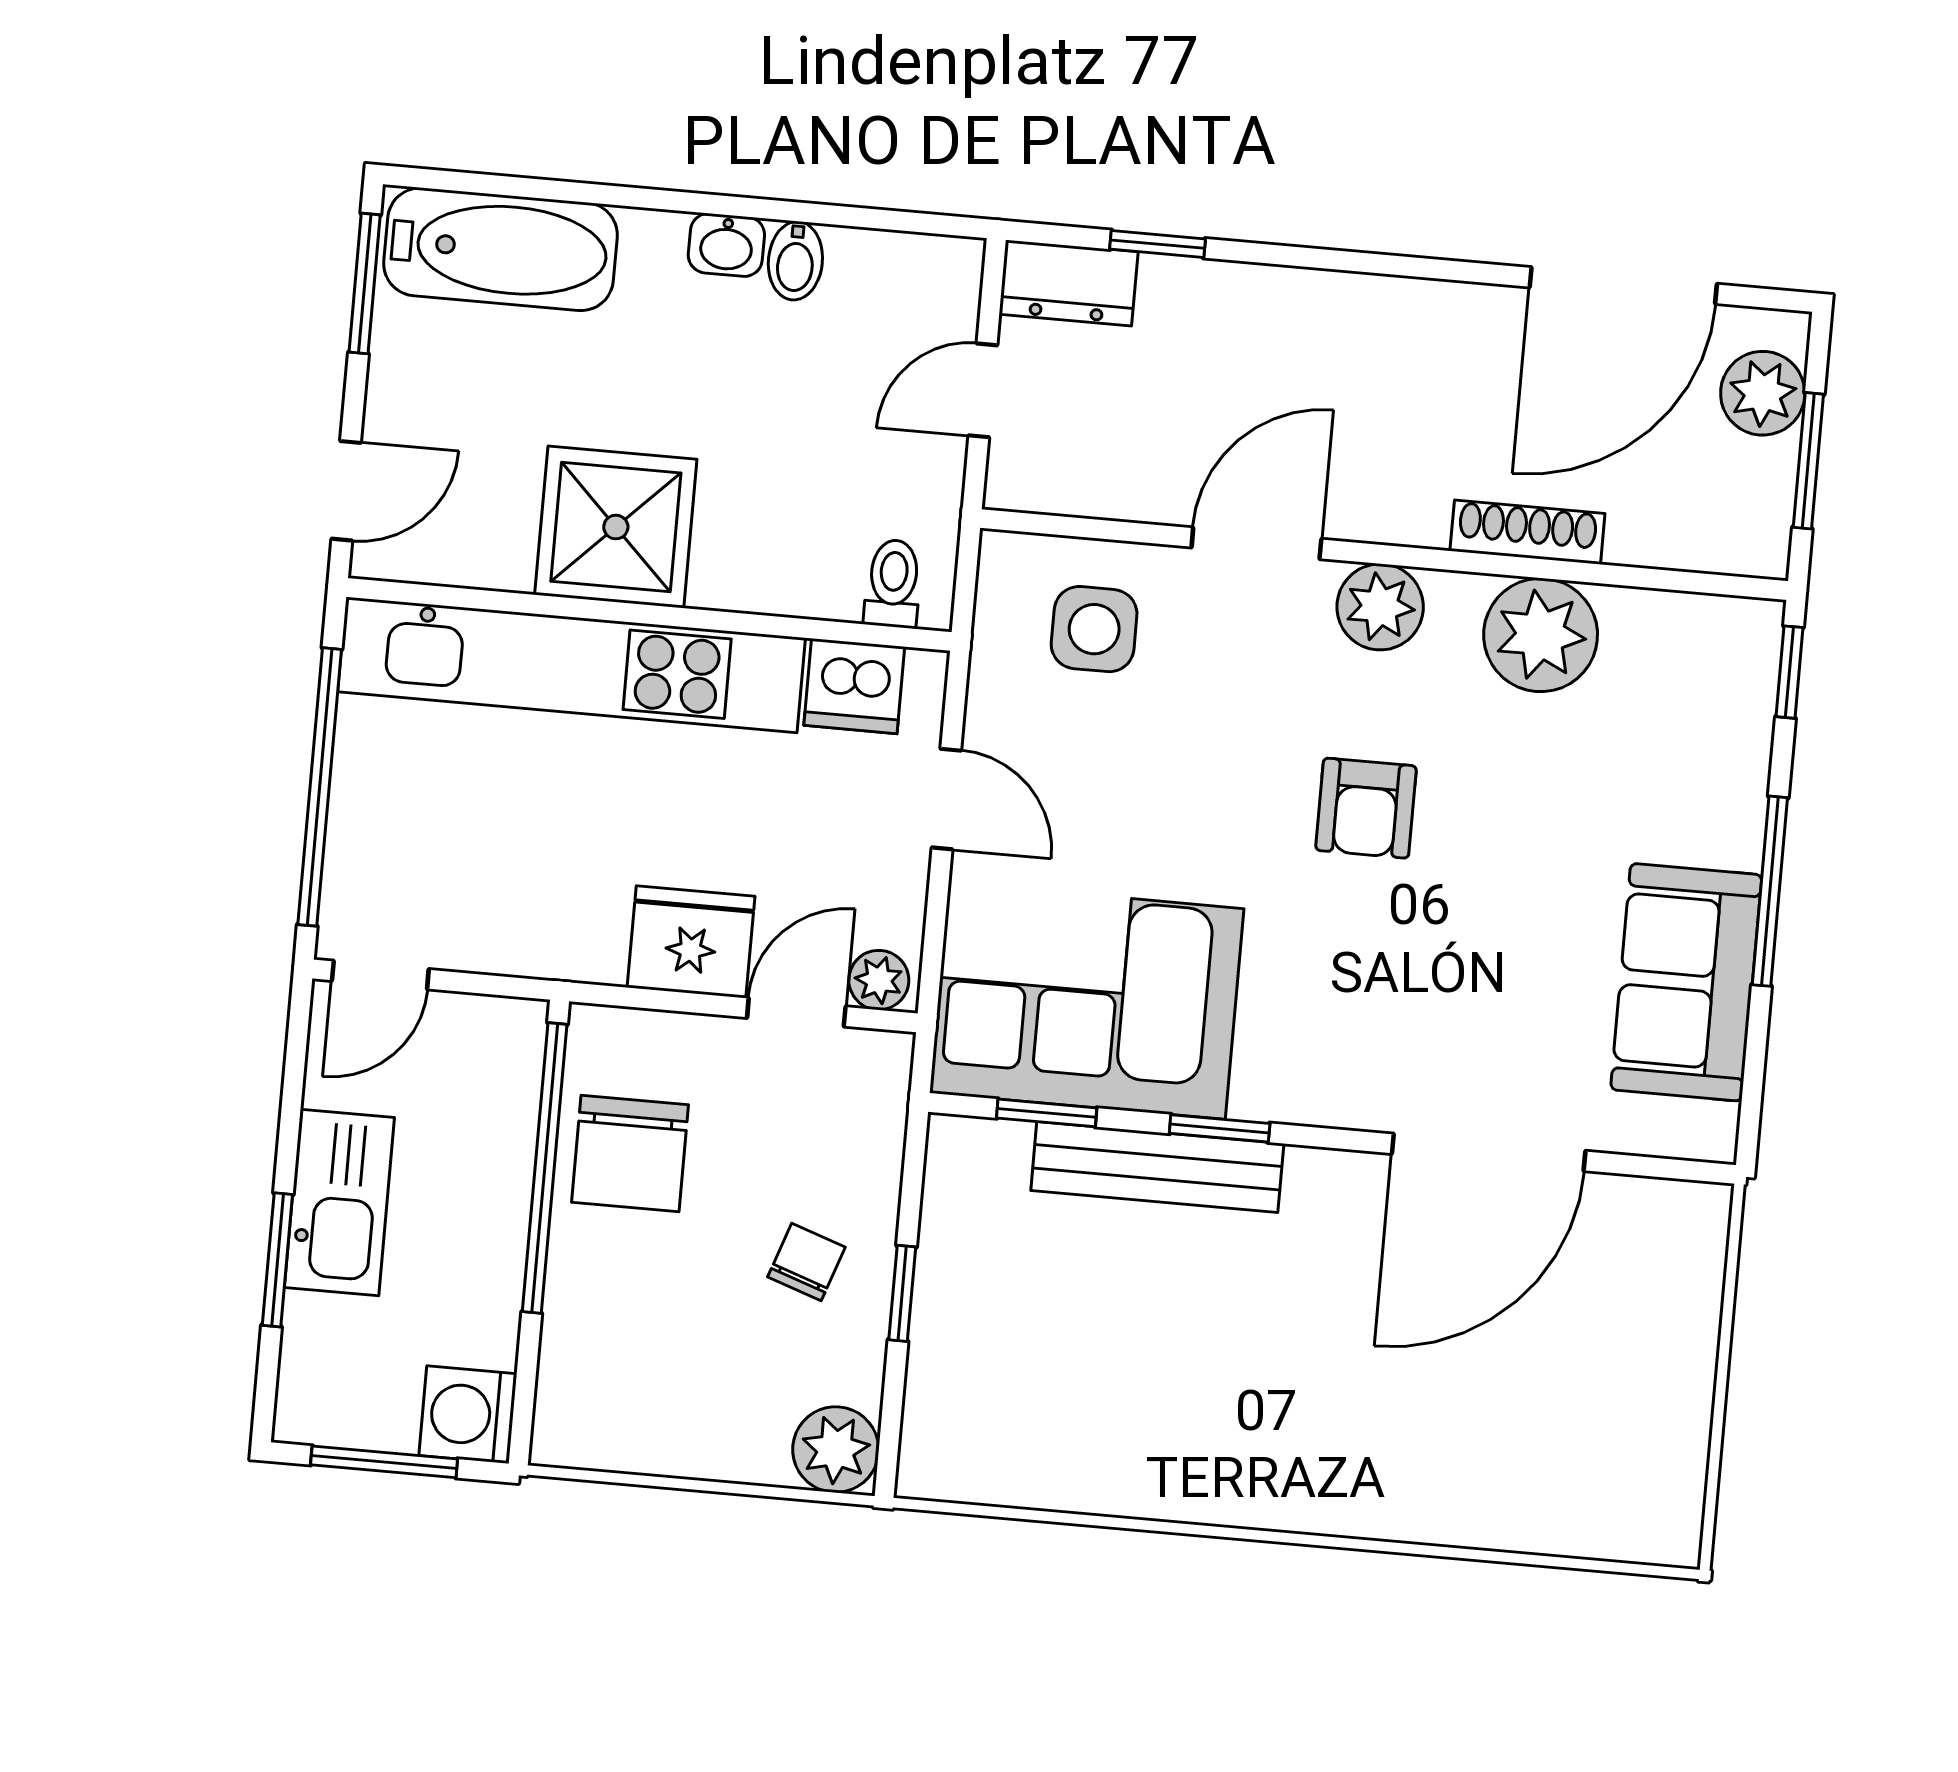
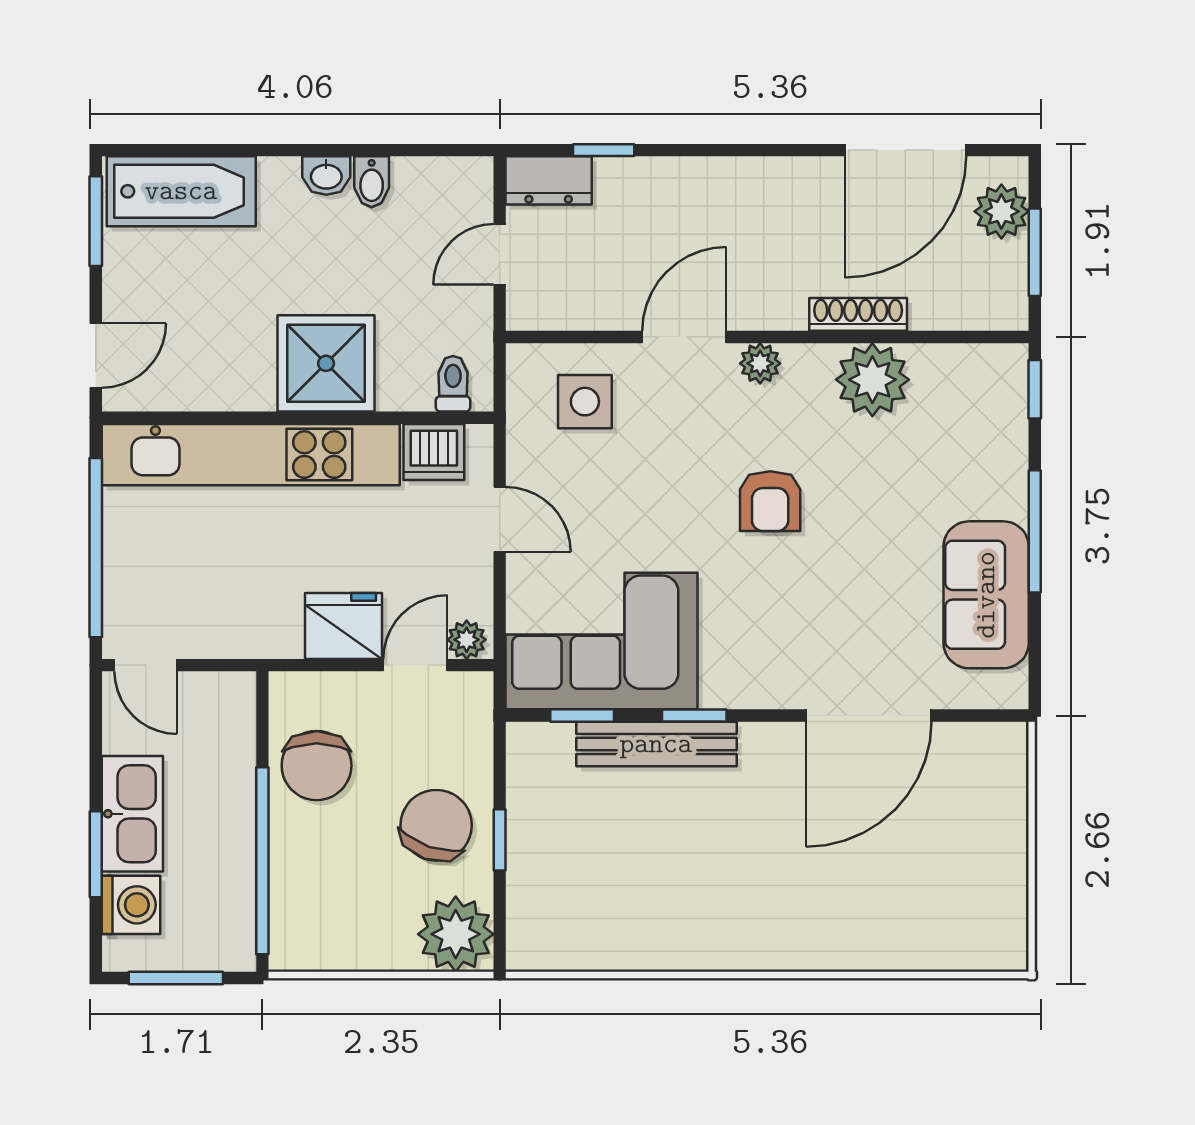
shower: (616, 527) -> (326, 363), moved
plant: (1380, 607) -> (760, 363), width x0.73, depth x0.73
door: (380, 975) -> (146, 665), hinge flipped
window: (545, 1168) -> (262, 861), moved
chair: (806, 1262) -> (436, 825), width x1.87, depth x1.87
washing machine: (468, 1415) -> (131, 905), moved, turned 180
plant: (836, 1450) -> (456, 934), width x1.36, depth x1.36

